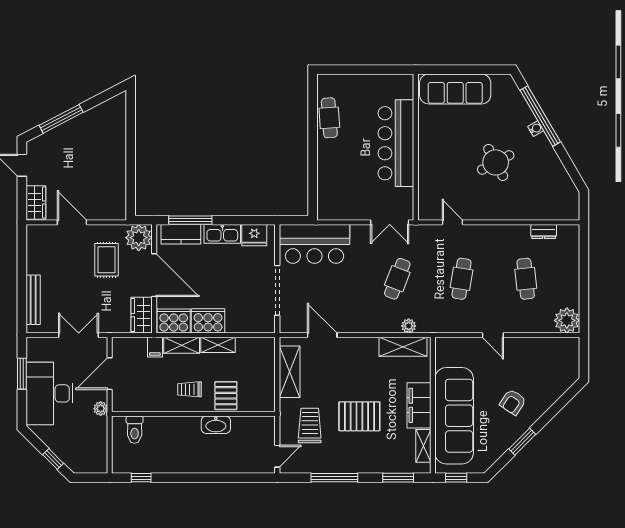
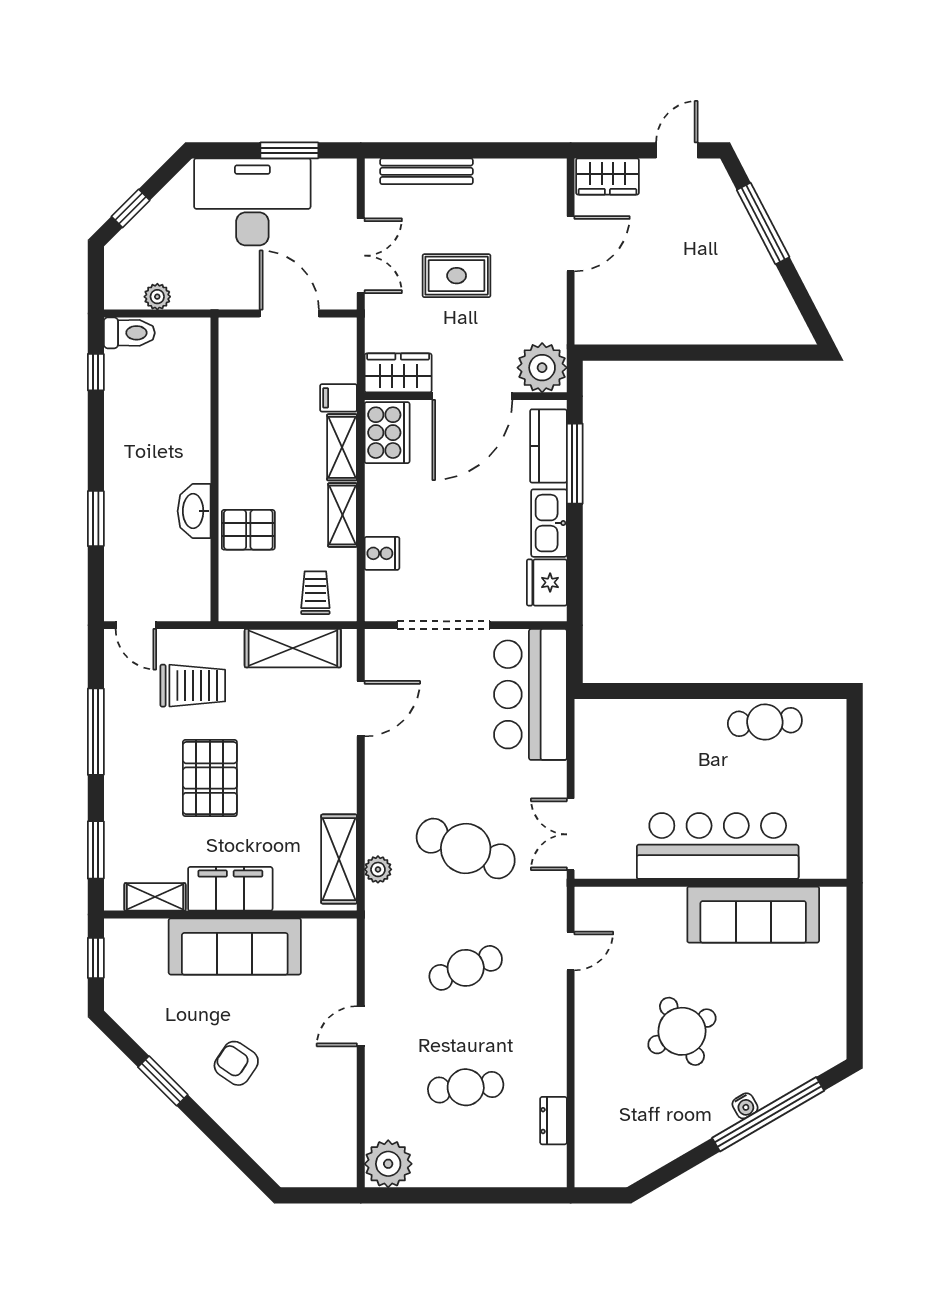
sofa: (455, 89) -> (753, 915), moved, turned -90
rug: (107, 260) -> (457, 276), moved
cafe table: (397, 279) -> (466, 849), width x1.37, depth x1.35
cafe table: (462, 279) -> (466, 968), turned -30
cooker: (208, 321) -> (382, 553), moved, width x0.53, depth x0.76
trolley: (190, 389) -> (315, 593), moved
plant: (101, 409) -> (157, 297), moved
sofa: (454, 416) -> (235, 946), width x0.74, depth x0.79
toilet: (135, 430) -> (129, 333), moved, turned 180
window: (220, 478) -> (96, 519), added

